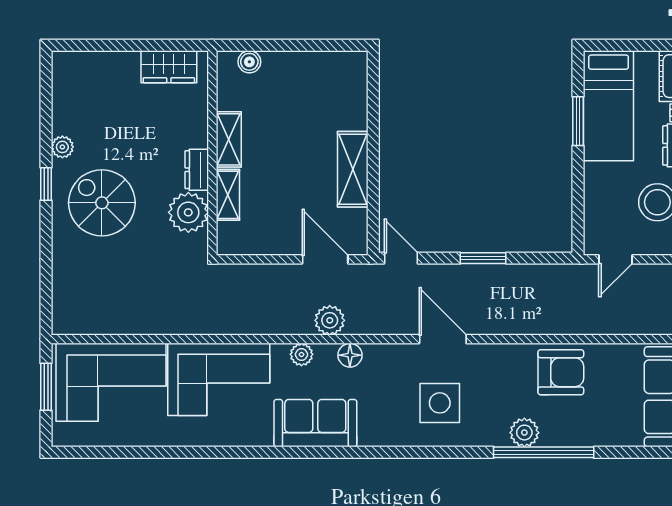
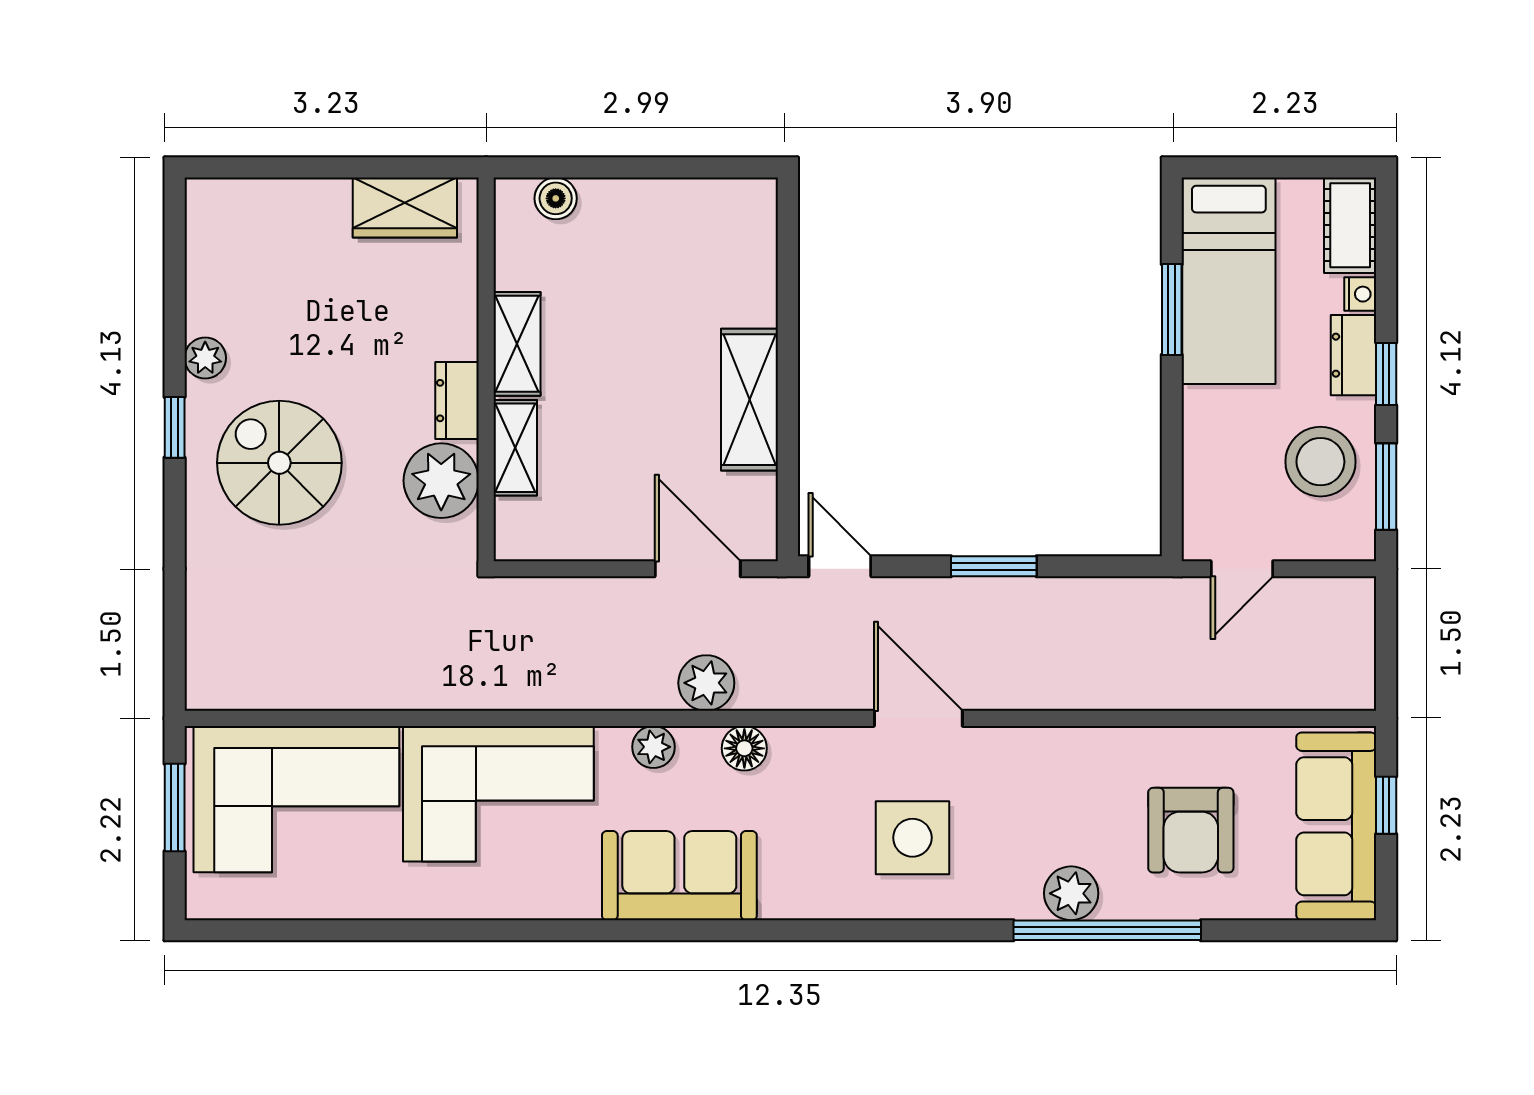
armchair: (561, 372) -> (1191, 830), moved, turned 90

